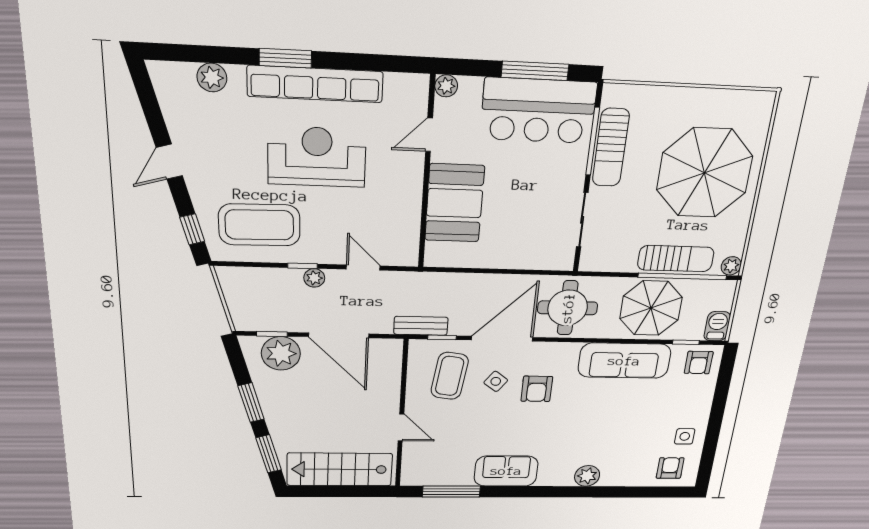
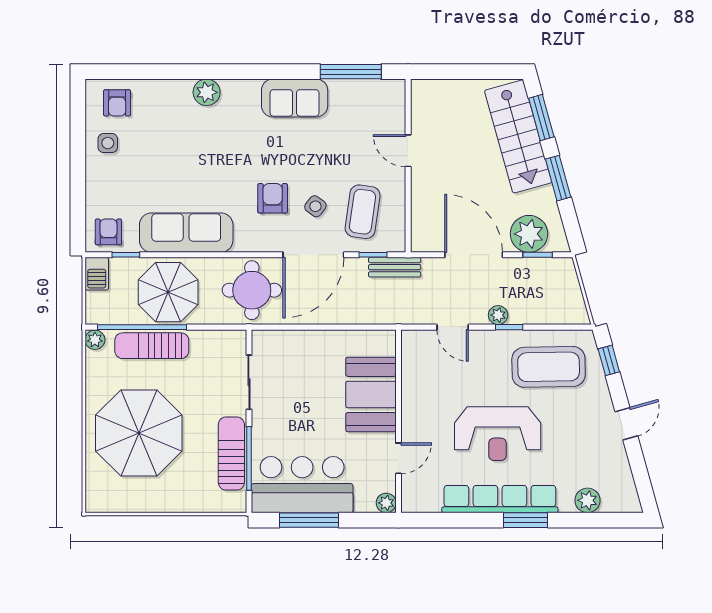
stairs: (340, 469) -> (518, 136), moved, turned 74

